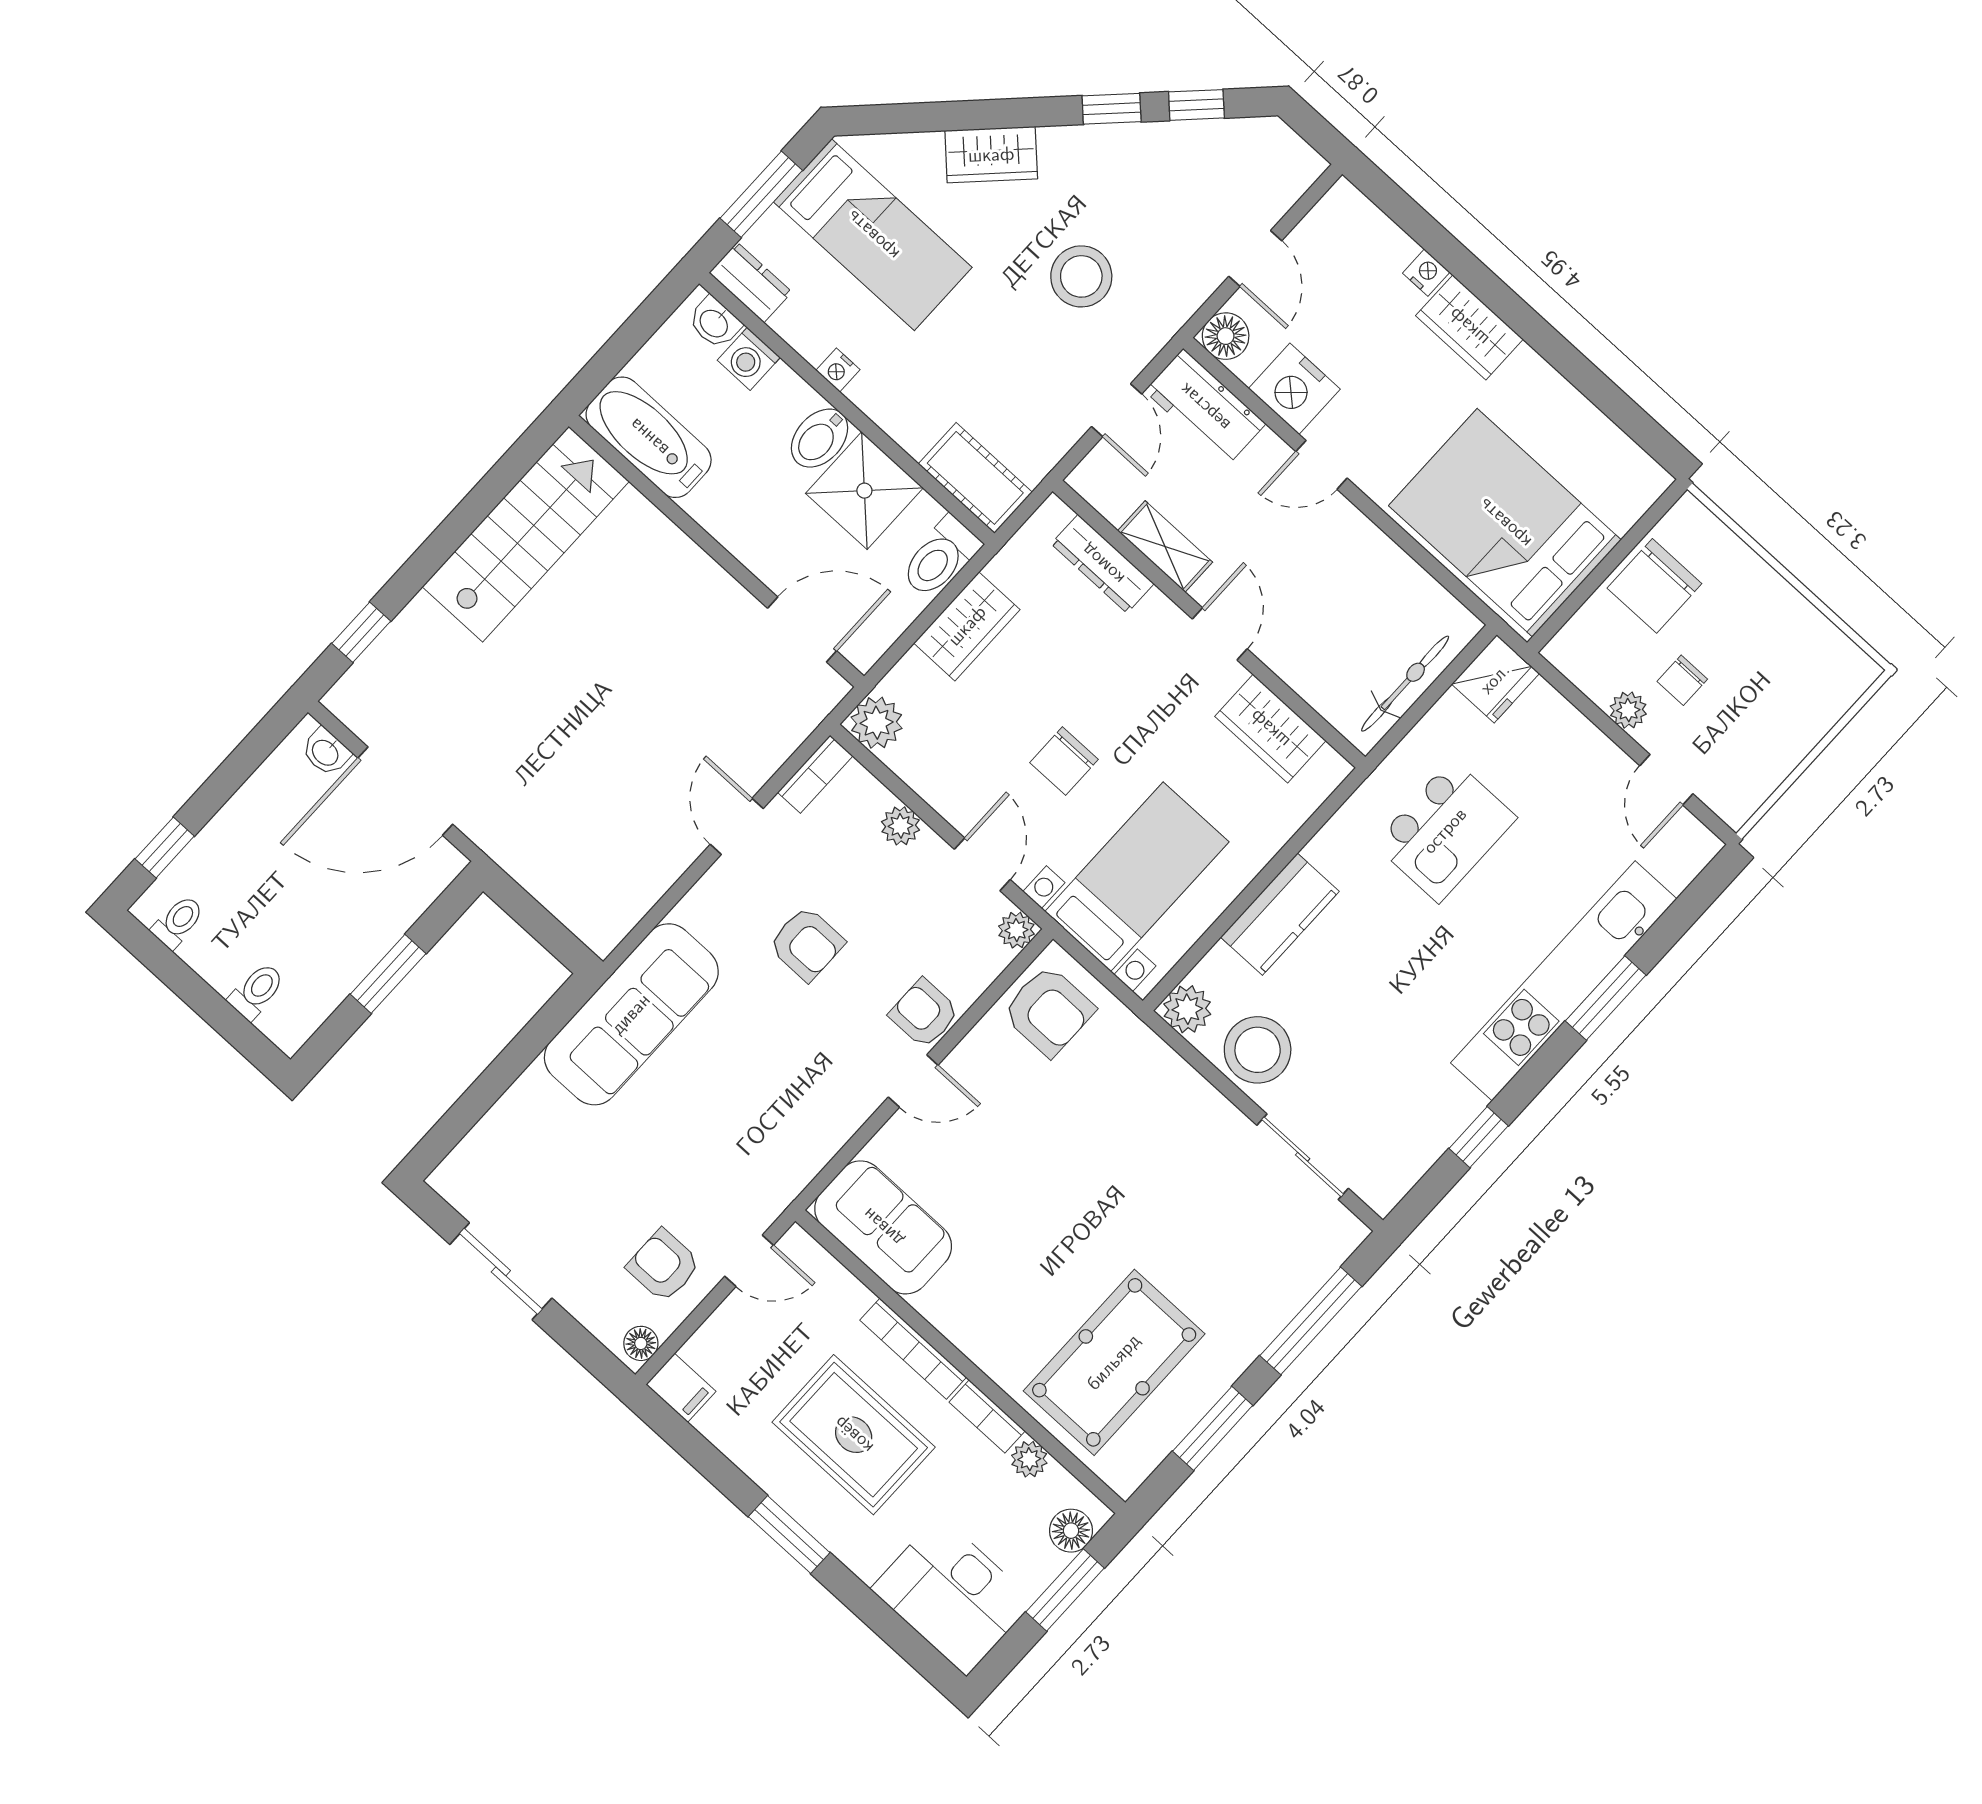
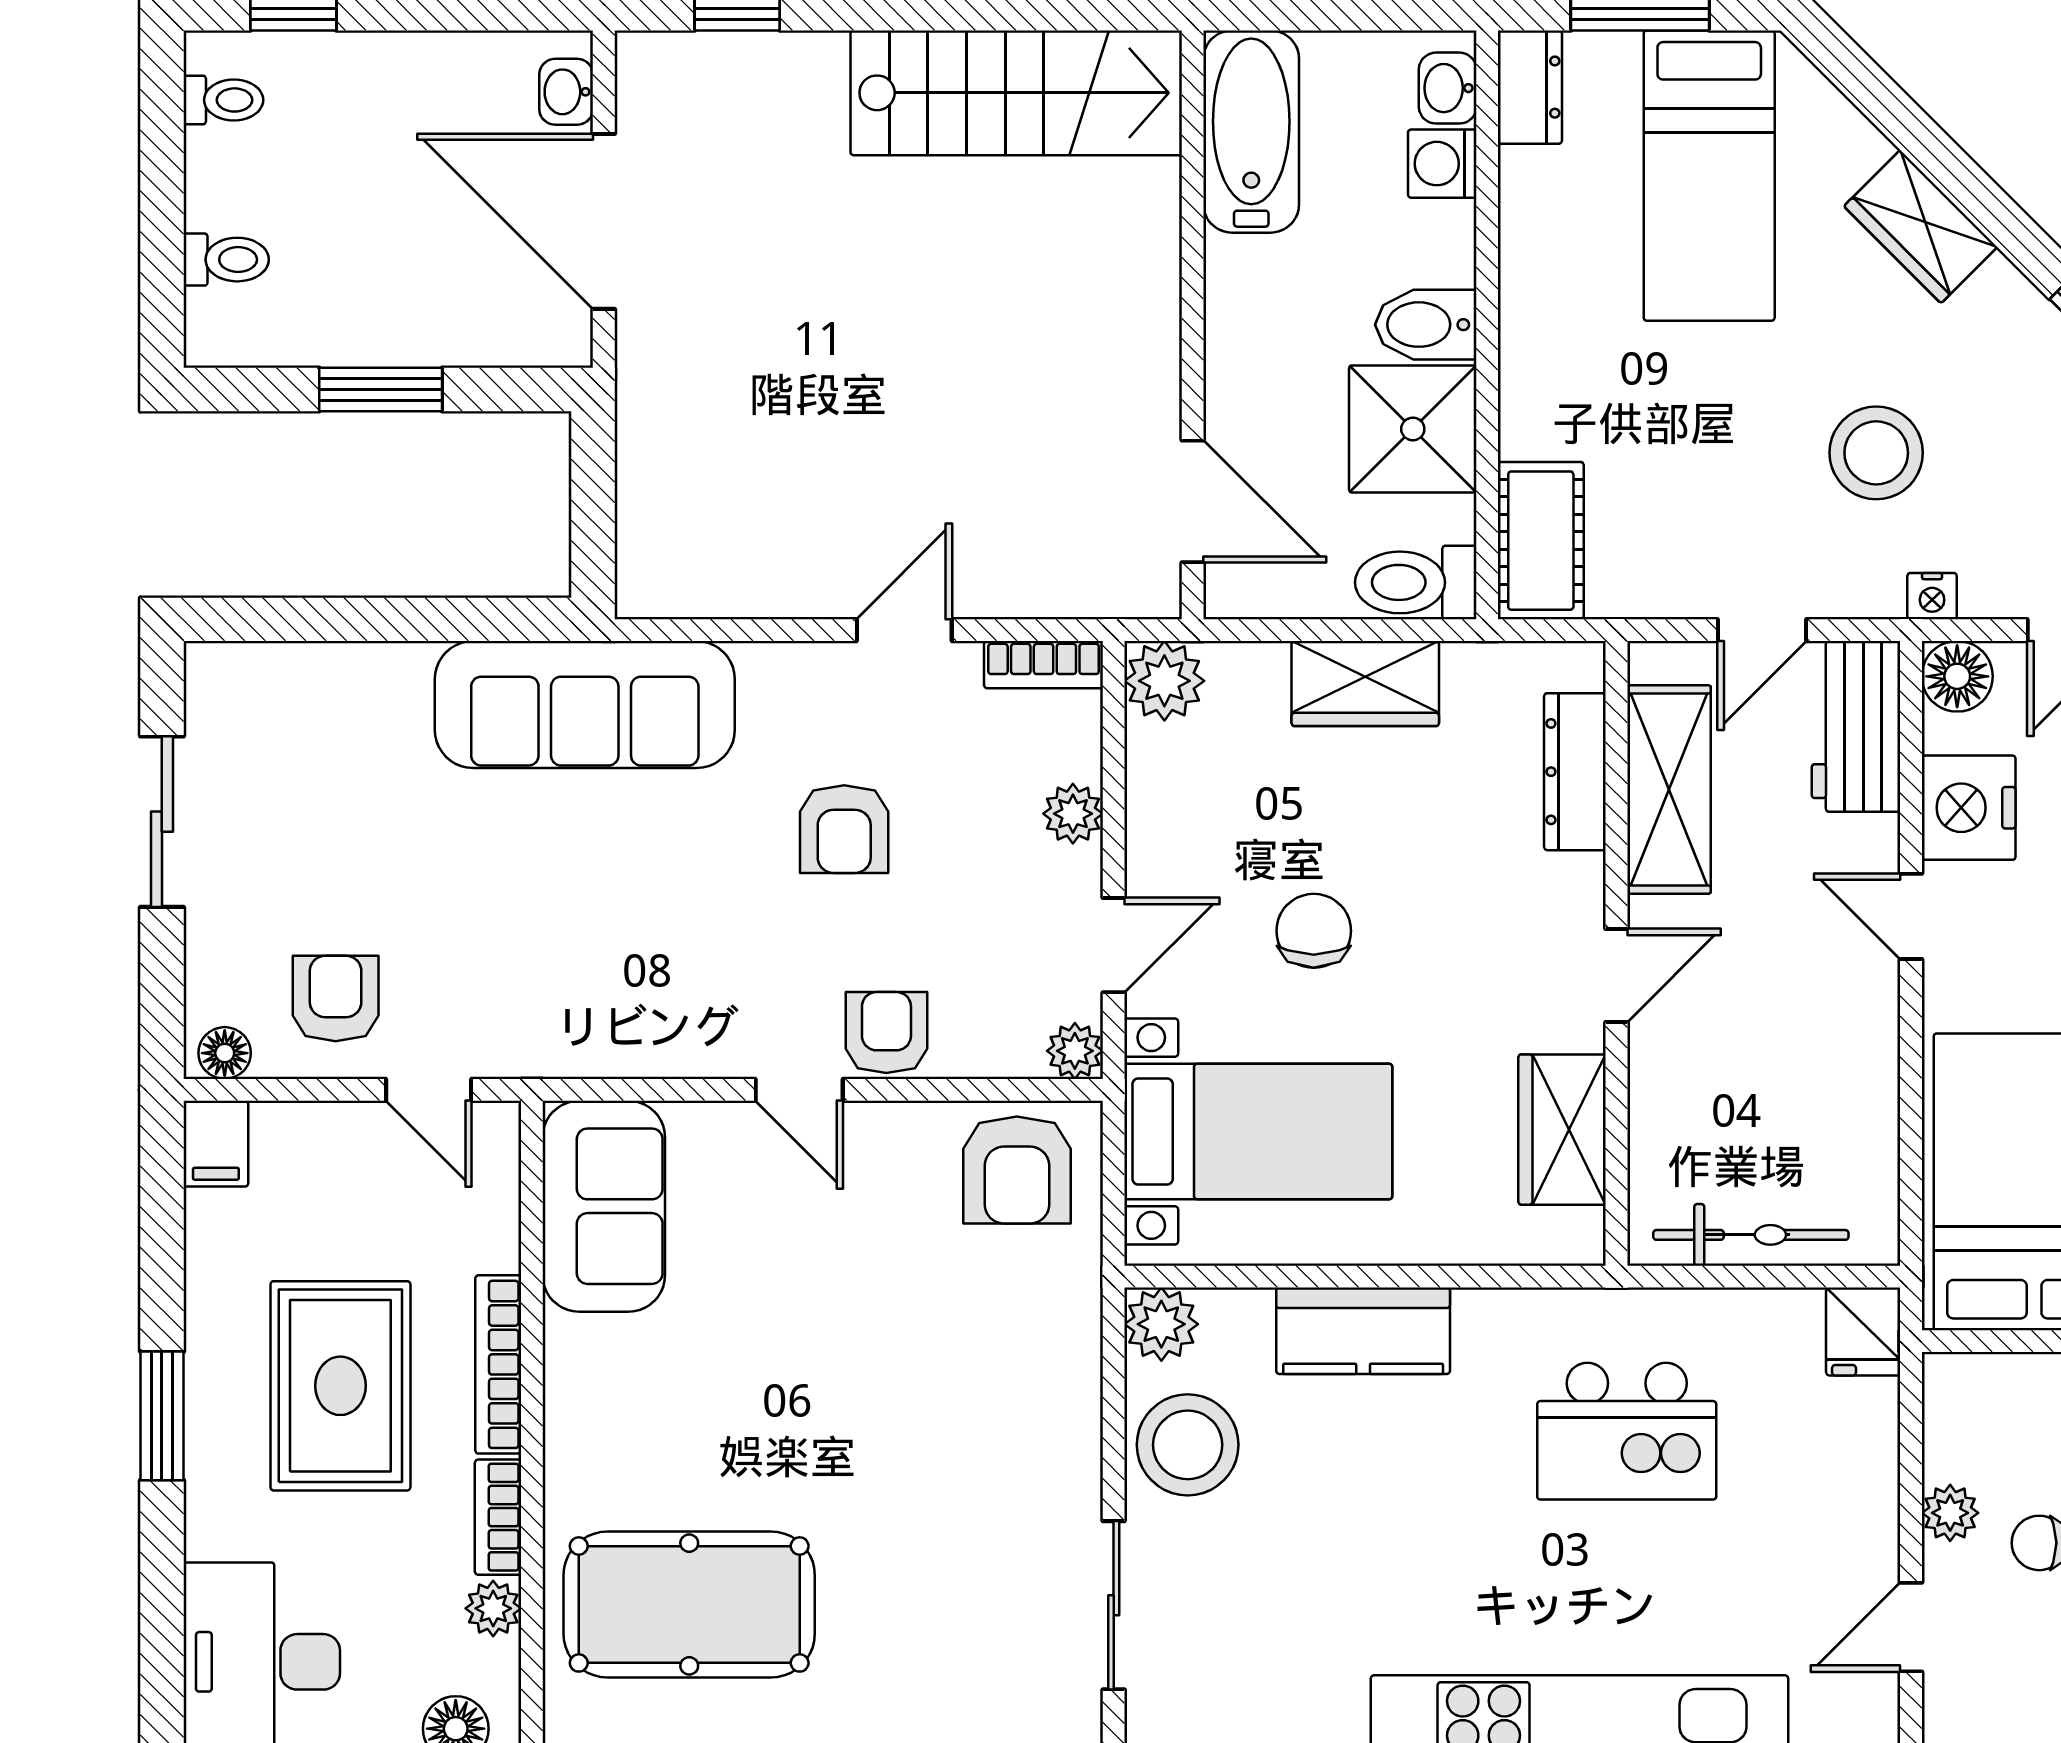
nightstand: (838, 370) -> (1932, 596), moved, turned -90
shelving: (1165, 547) -> (1669, 790), width x1.50, depth x1.33
fridge: (1495, 679) -> (1863, 1331), width x0.72
chair: (1064, 761) -> (1314, 931), turned 90

